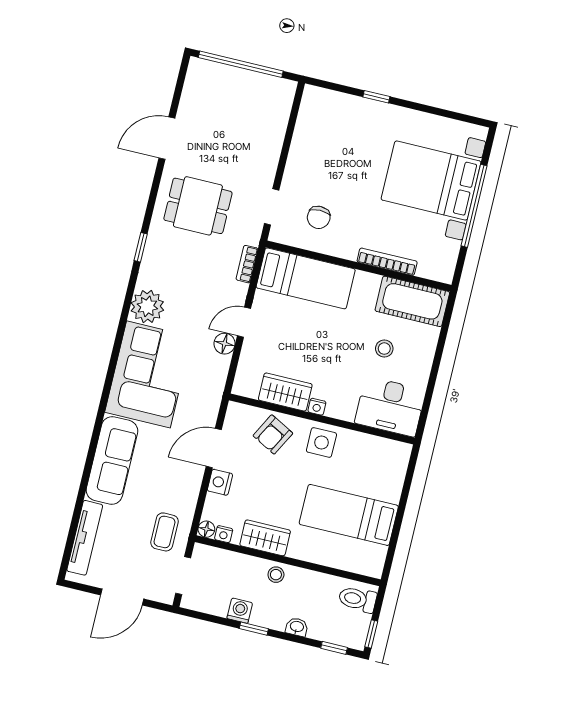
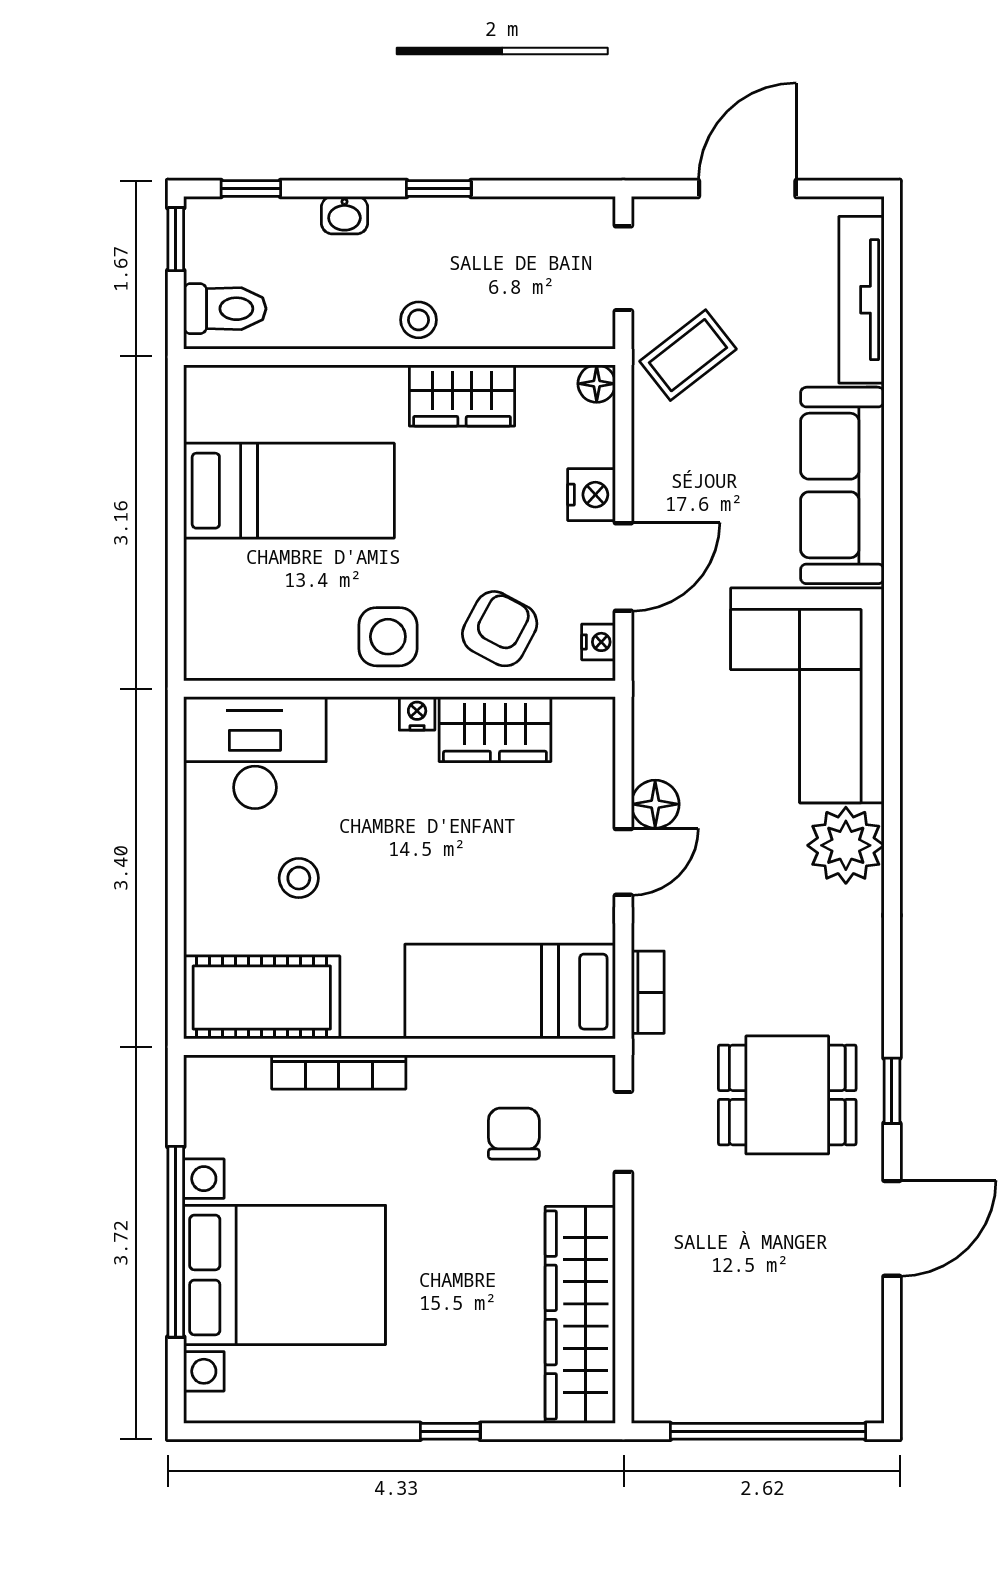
wardrobe: (309, 133) -> (580, 1315), added
window: (141, 247) -> (892, 1091), moved
coffee table: (164, 532) -> (688, 355), turned 52
nightstand: (224, 534) -> (599, 642), moved, turned 90
washing machine: (240, 611) -> (479, 221), removed

